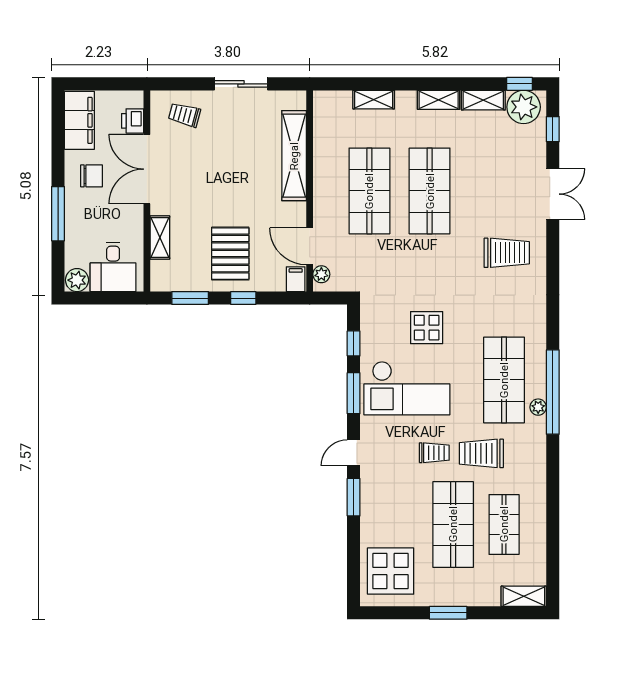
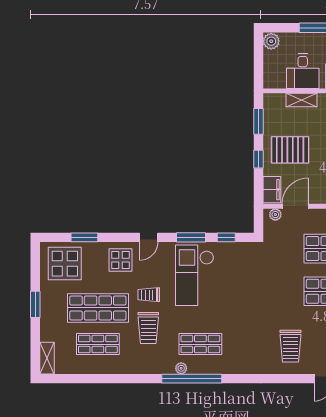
desk: (113, 267) -> (303, 71), moved, turned -90
filing cabinet: (296, 279) -> (272, 190), width x2.00
display table: (427, 328) -> (120, 260), moved
shop shelf: (504, 380) -> (200, 344), width x0.70, depth x0.74
door: (354, 453) -> (149, 237), swing flipped
trolley: (434, 453) -> (149, 295), turned 90
trolley: (481, 453) -> (148, 328), turned 180
window: (354, 497) -> (84, 237), moved

